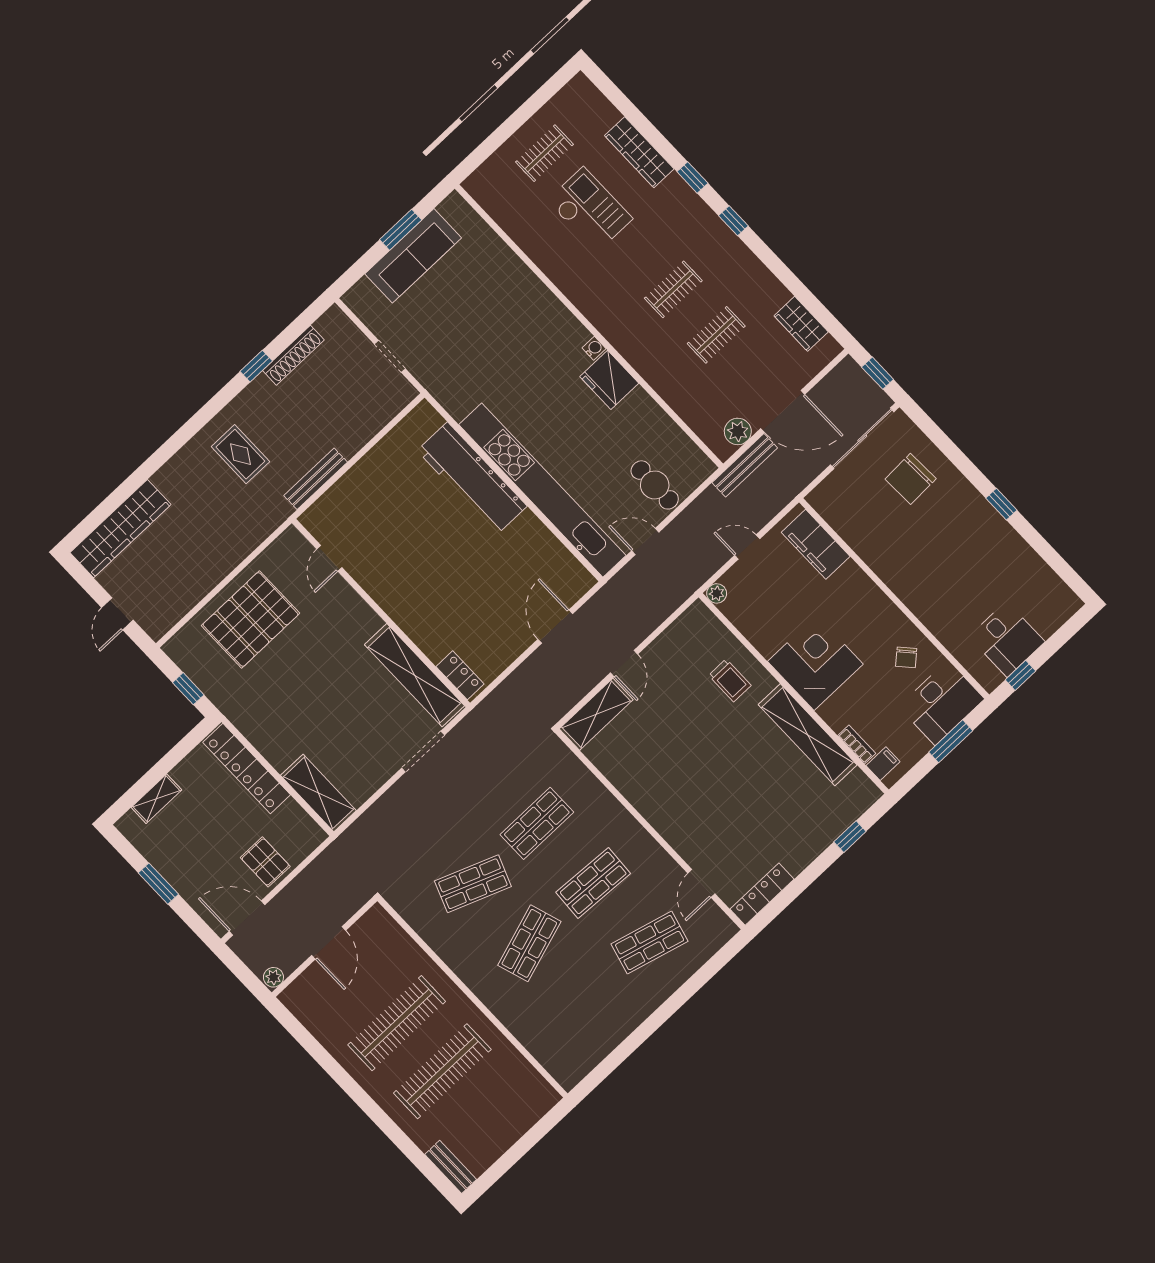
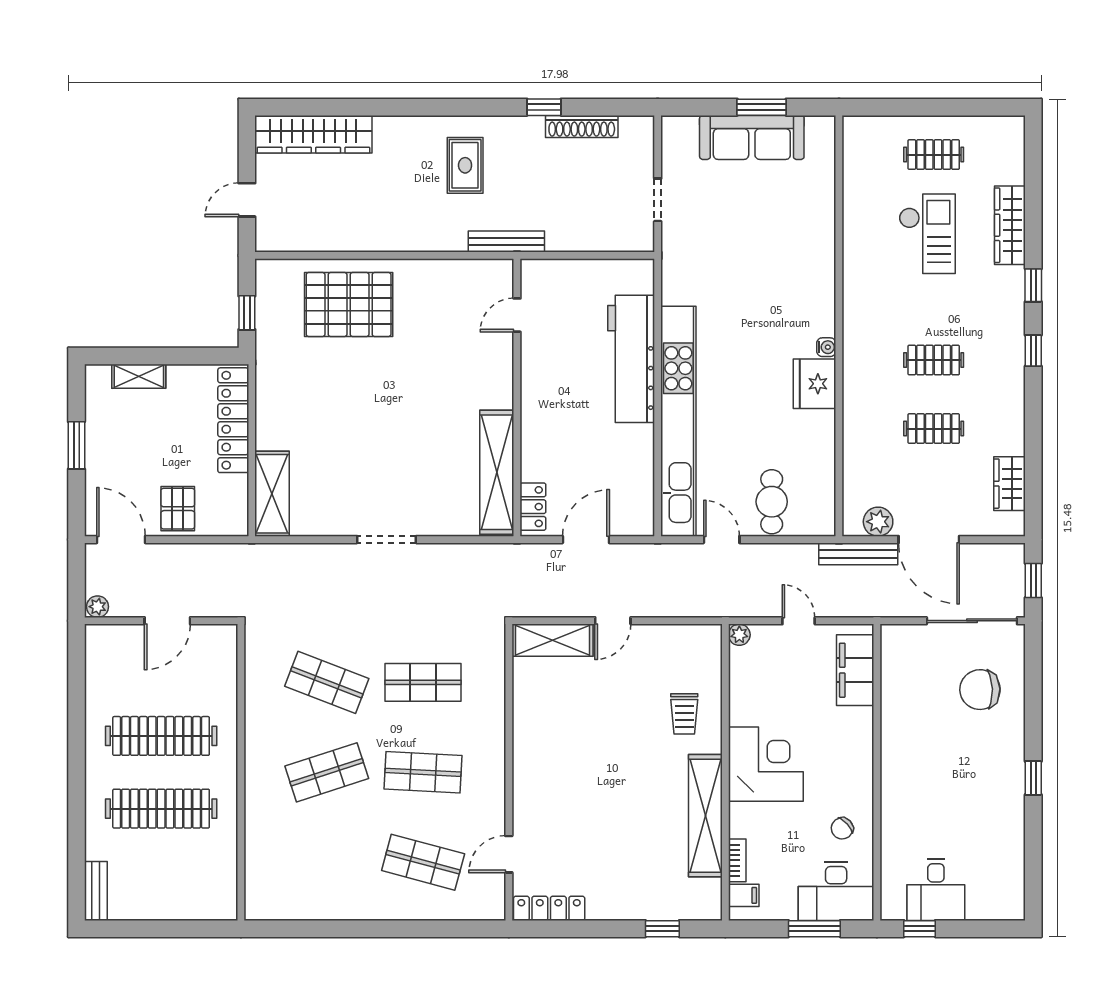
door: (329, 558) -> (517, 315), moved
wall: (381, 613) -> (517, 398), moved
shelving: (414, 675) -> (497, 472), moved
locker: (460, 675) -> (533, 507), moved

